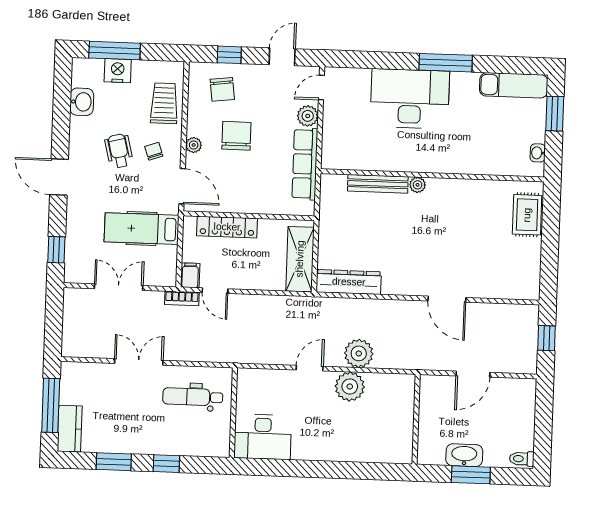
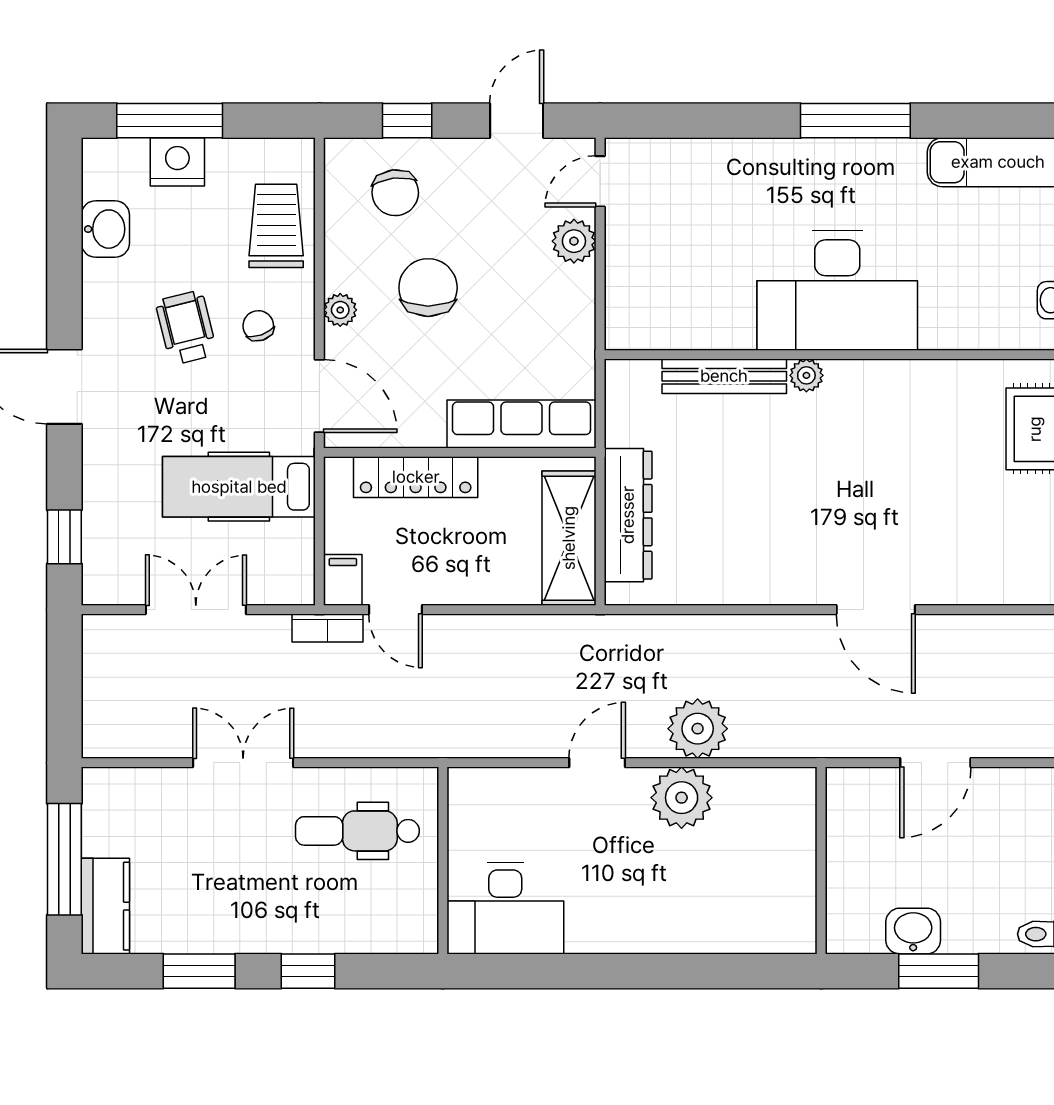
desk: (410, 99) -> (837, 290), moved, turned 180
row of seats: (305, 164) -> (522, 424), moved, turned 90
dresser: (349, 282) -> (628, 515), moved, turned 90
washbasin: (464, 455) -> (913, 931), width x0.72

